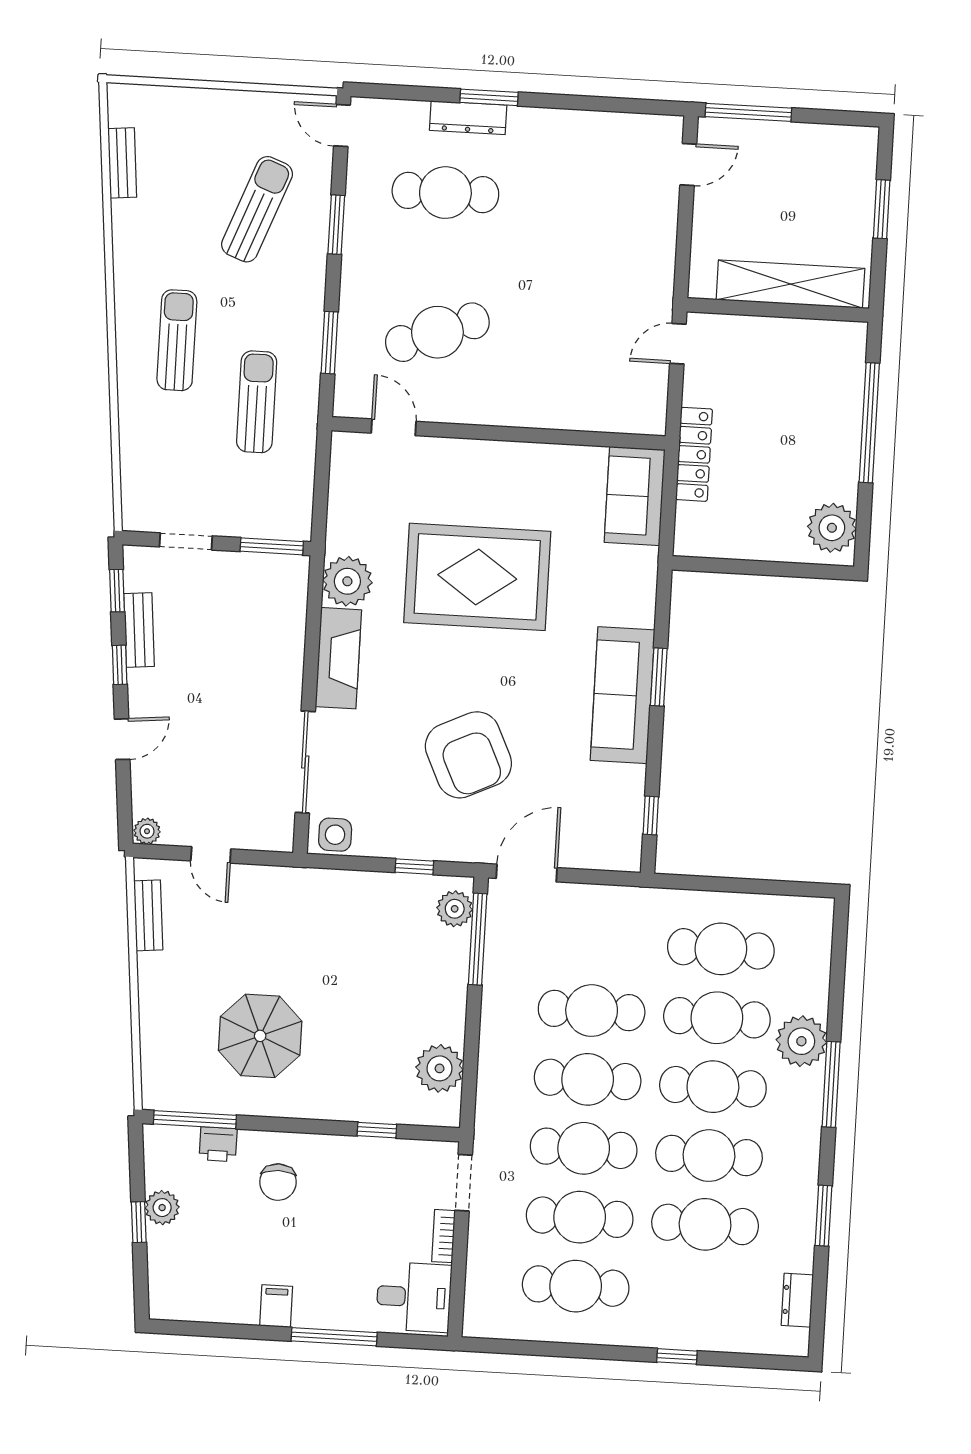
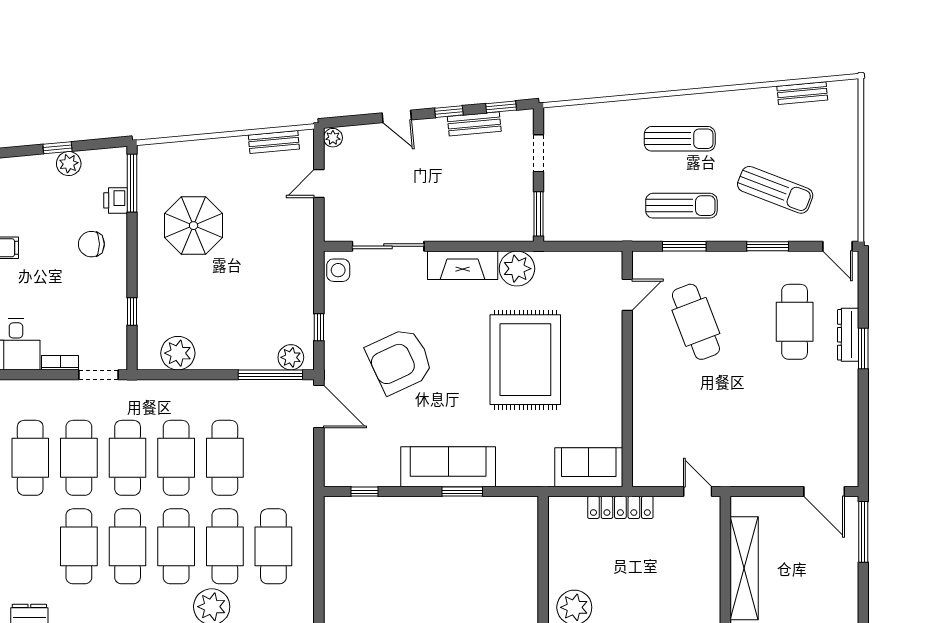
door: (342, 126) -> (838, 246), swing flipped
door: (688, 165) -> (824, 492), width x1.38
sun lounger: (257, 402) -> (681, 206), moved

